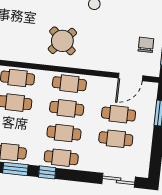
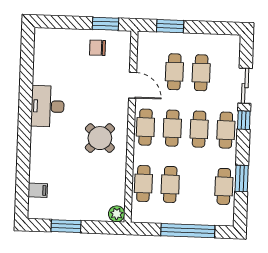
door: (131, 77) -> (133, 85), moved
window: (47, 172) -> (244, 120), moved
sliding door: (119, 180) -> (245, 86), moved

